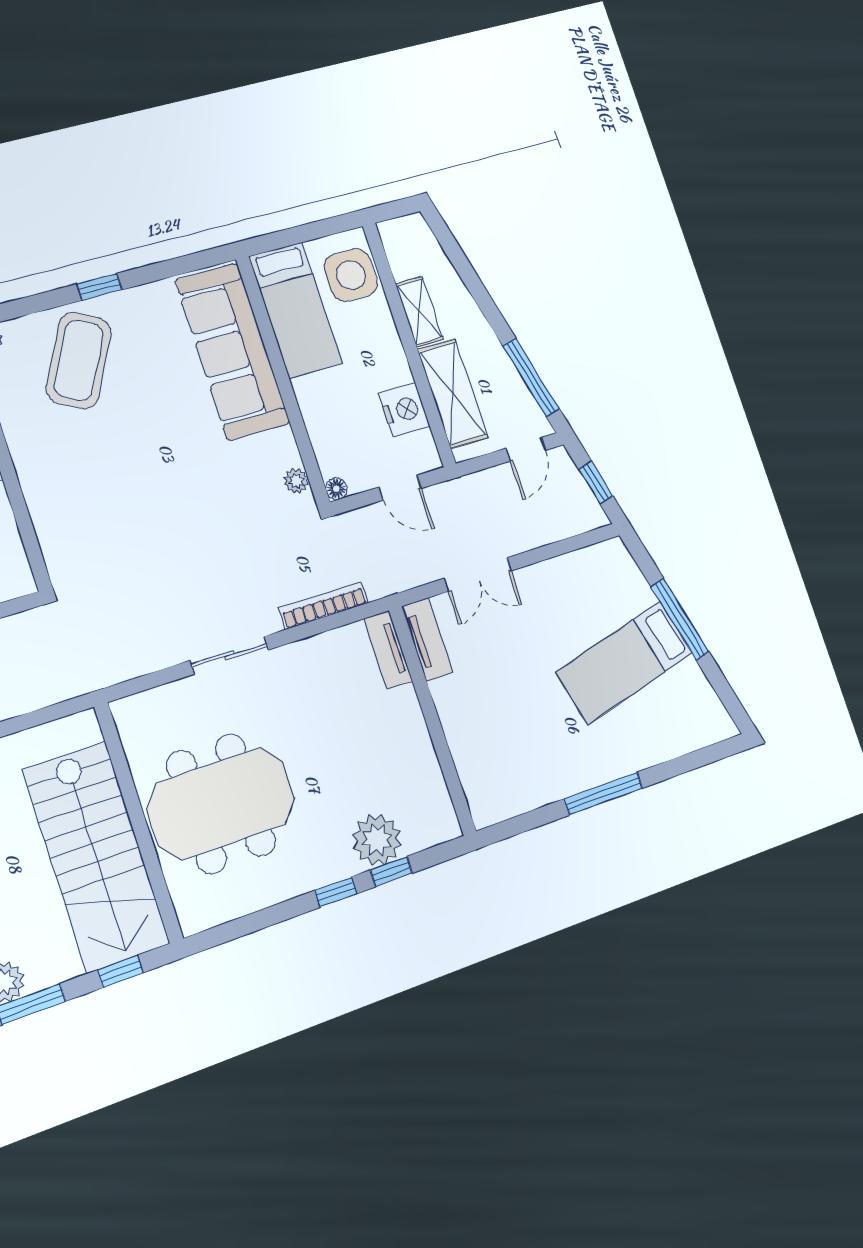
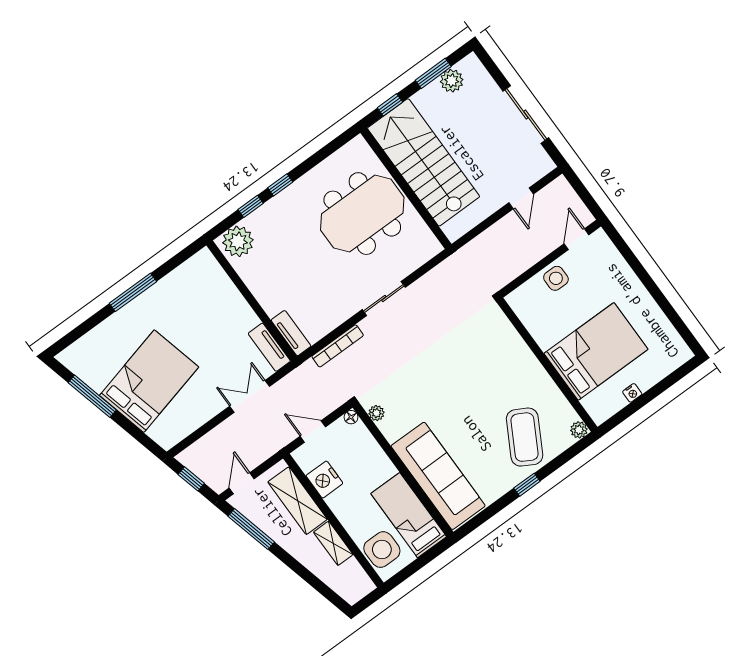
window: (680, 619) -> (92, 396), moved
bed: (624, 663) -> (149, 381), width x1.50
plant: (377, 840) -> (238, 241), moved

